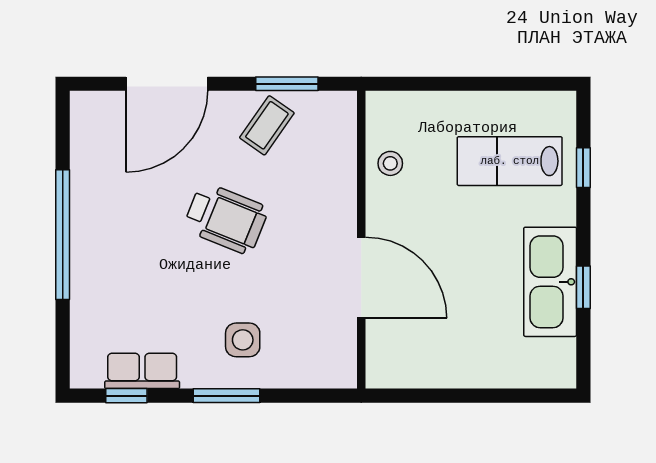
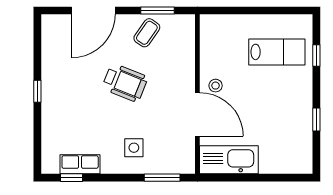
lab bench: (510, 161) -> (277, 52), turned 180
stool: (390, 163) -> (216, 86), moved
window: (63, 235) -> (37, 91), width x0.32
kitchen sink: (550, 282) -> (229, 160), moved, turned 90
window: (226, 396) -> (162, 178), moved

